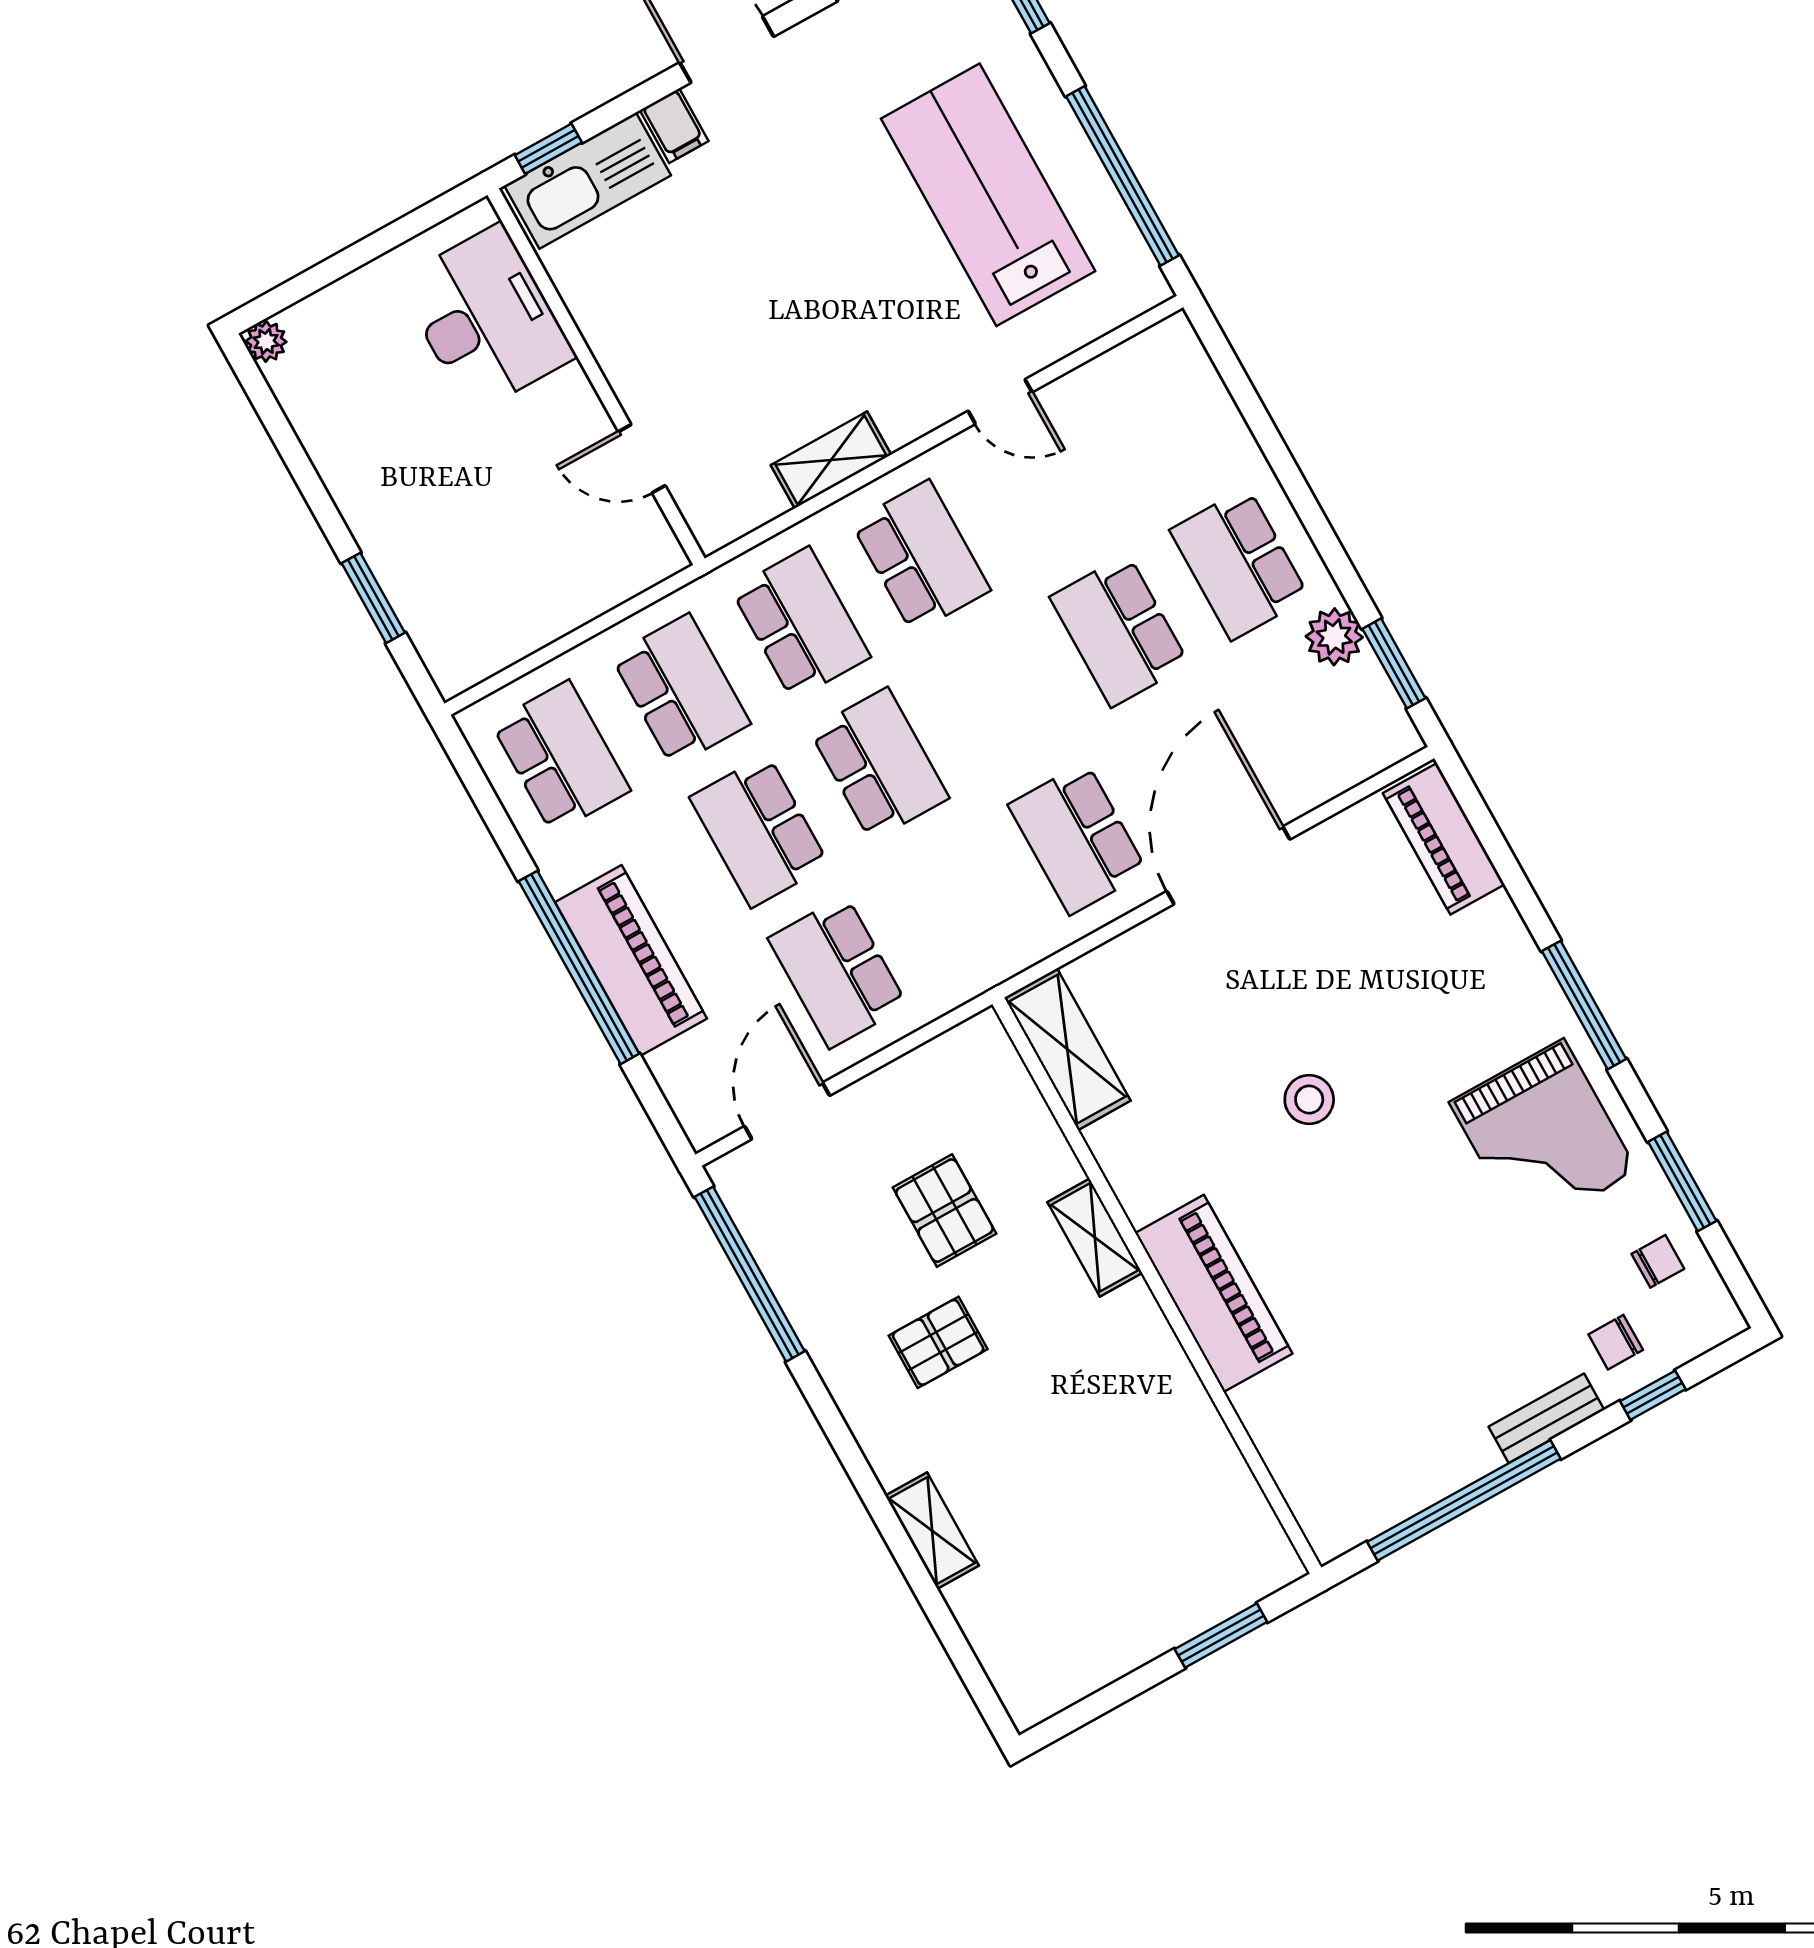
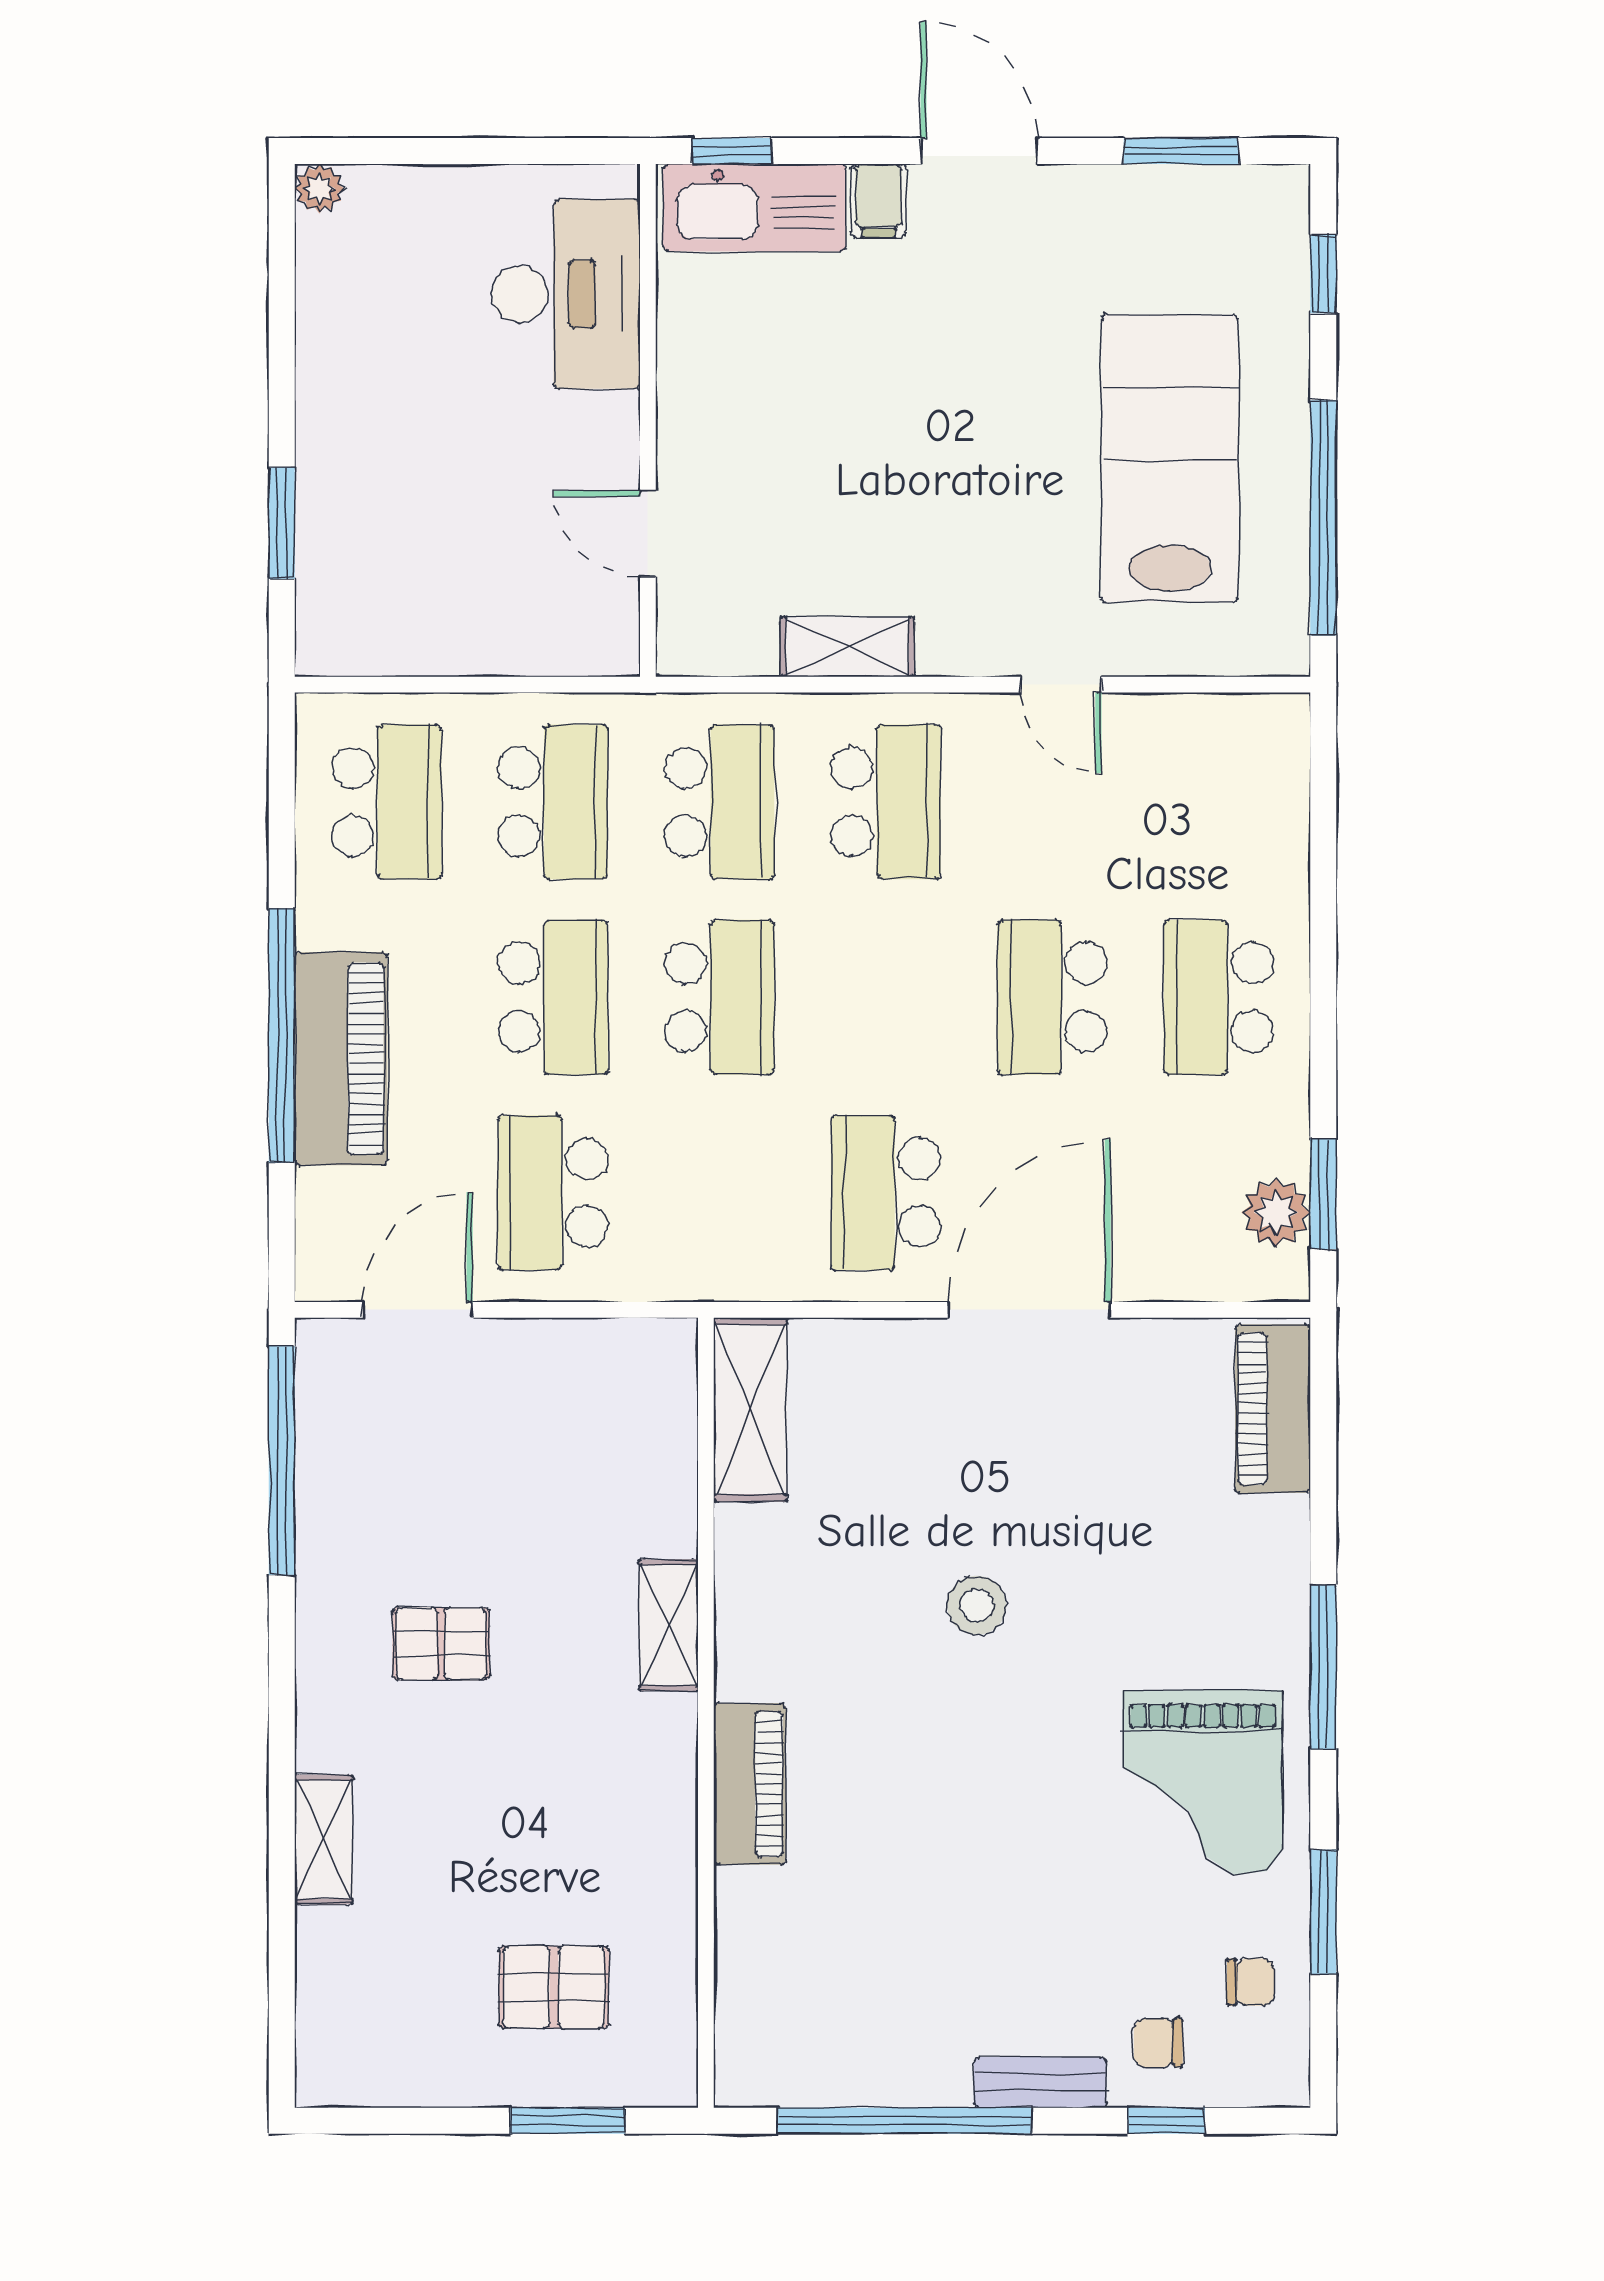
plant: (1334, 637) -> (1276, 1212), moved
school desk: (759, 831) -> (553, 997), turned 180
pallet: (944, 1211) -> (554, 1987), moved, turned 90
piano: (1214, 1293) -> (750, 1784), width x0.73, depth x0.75

